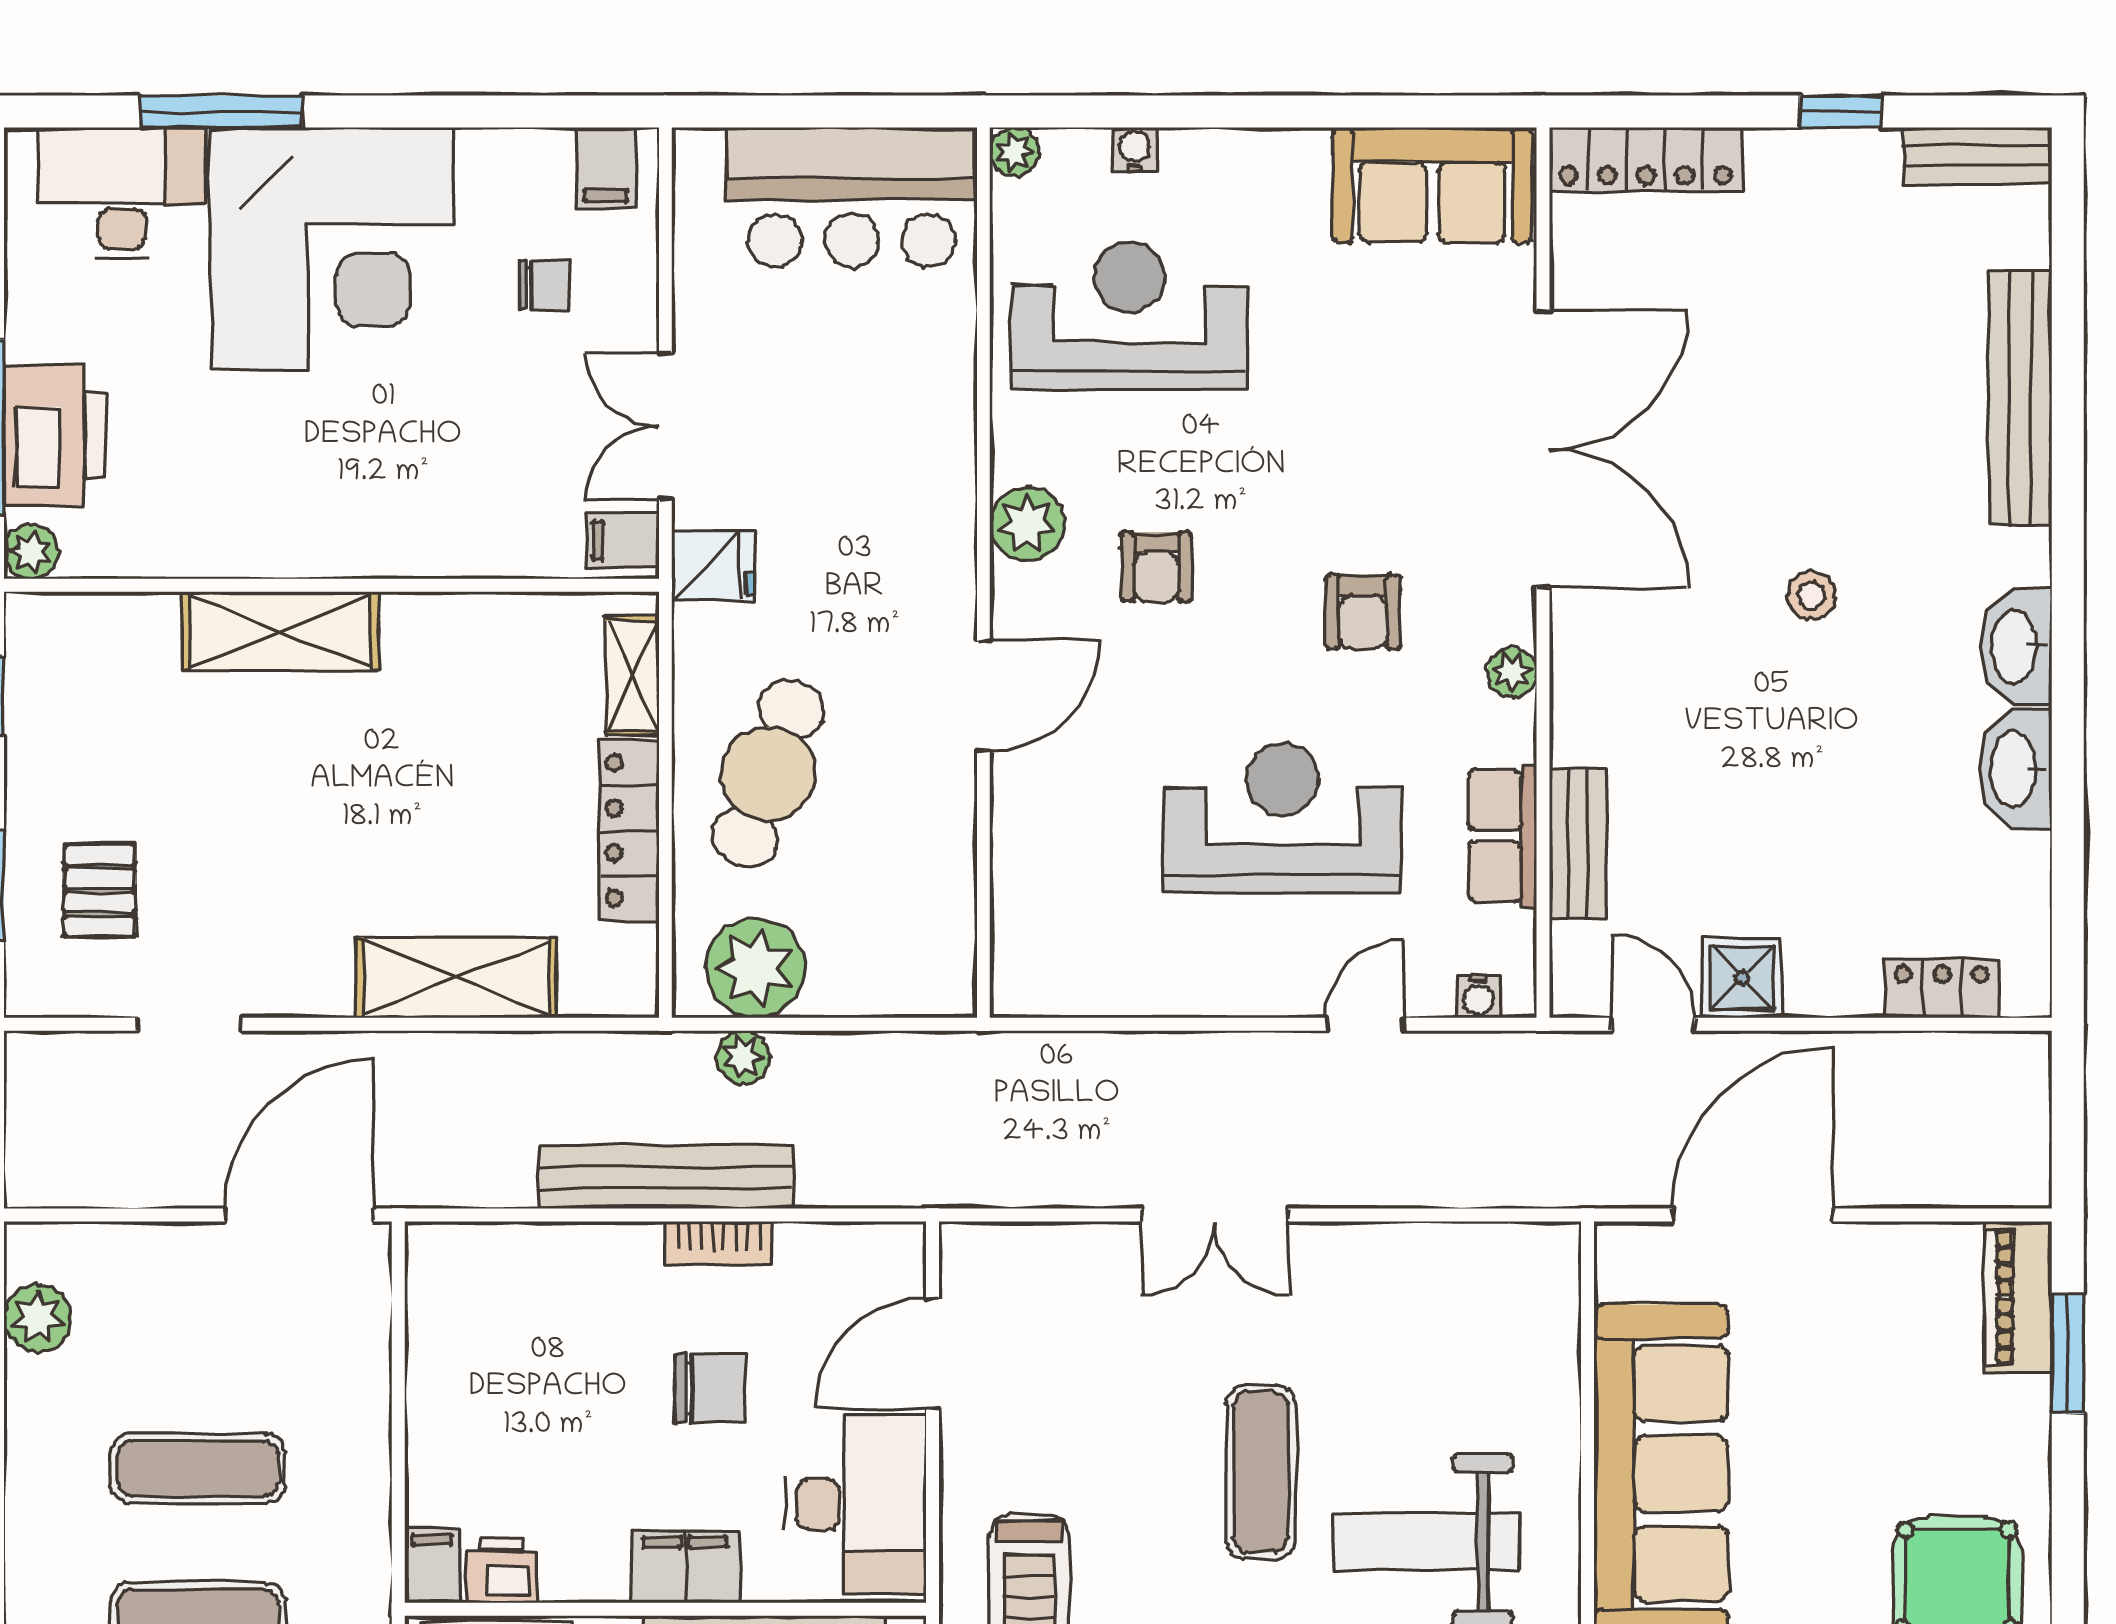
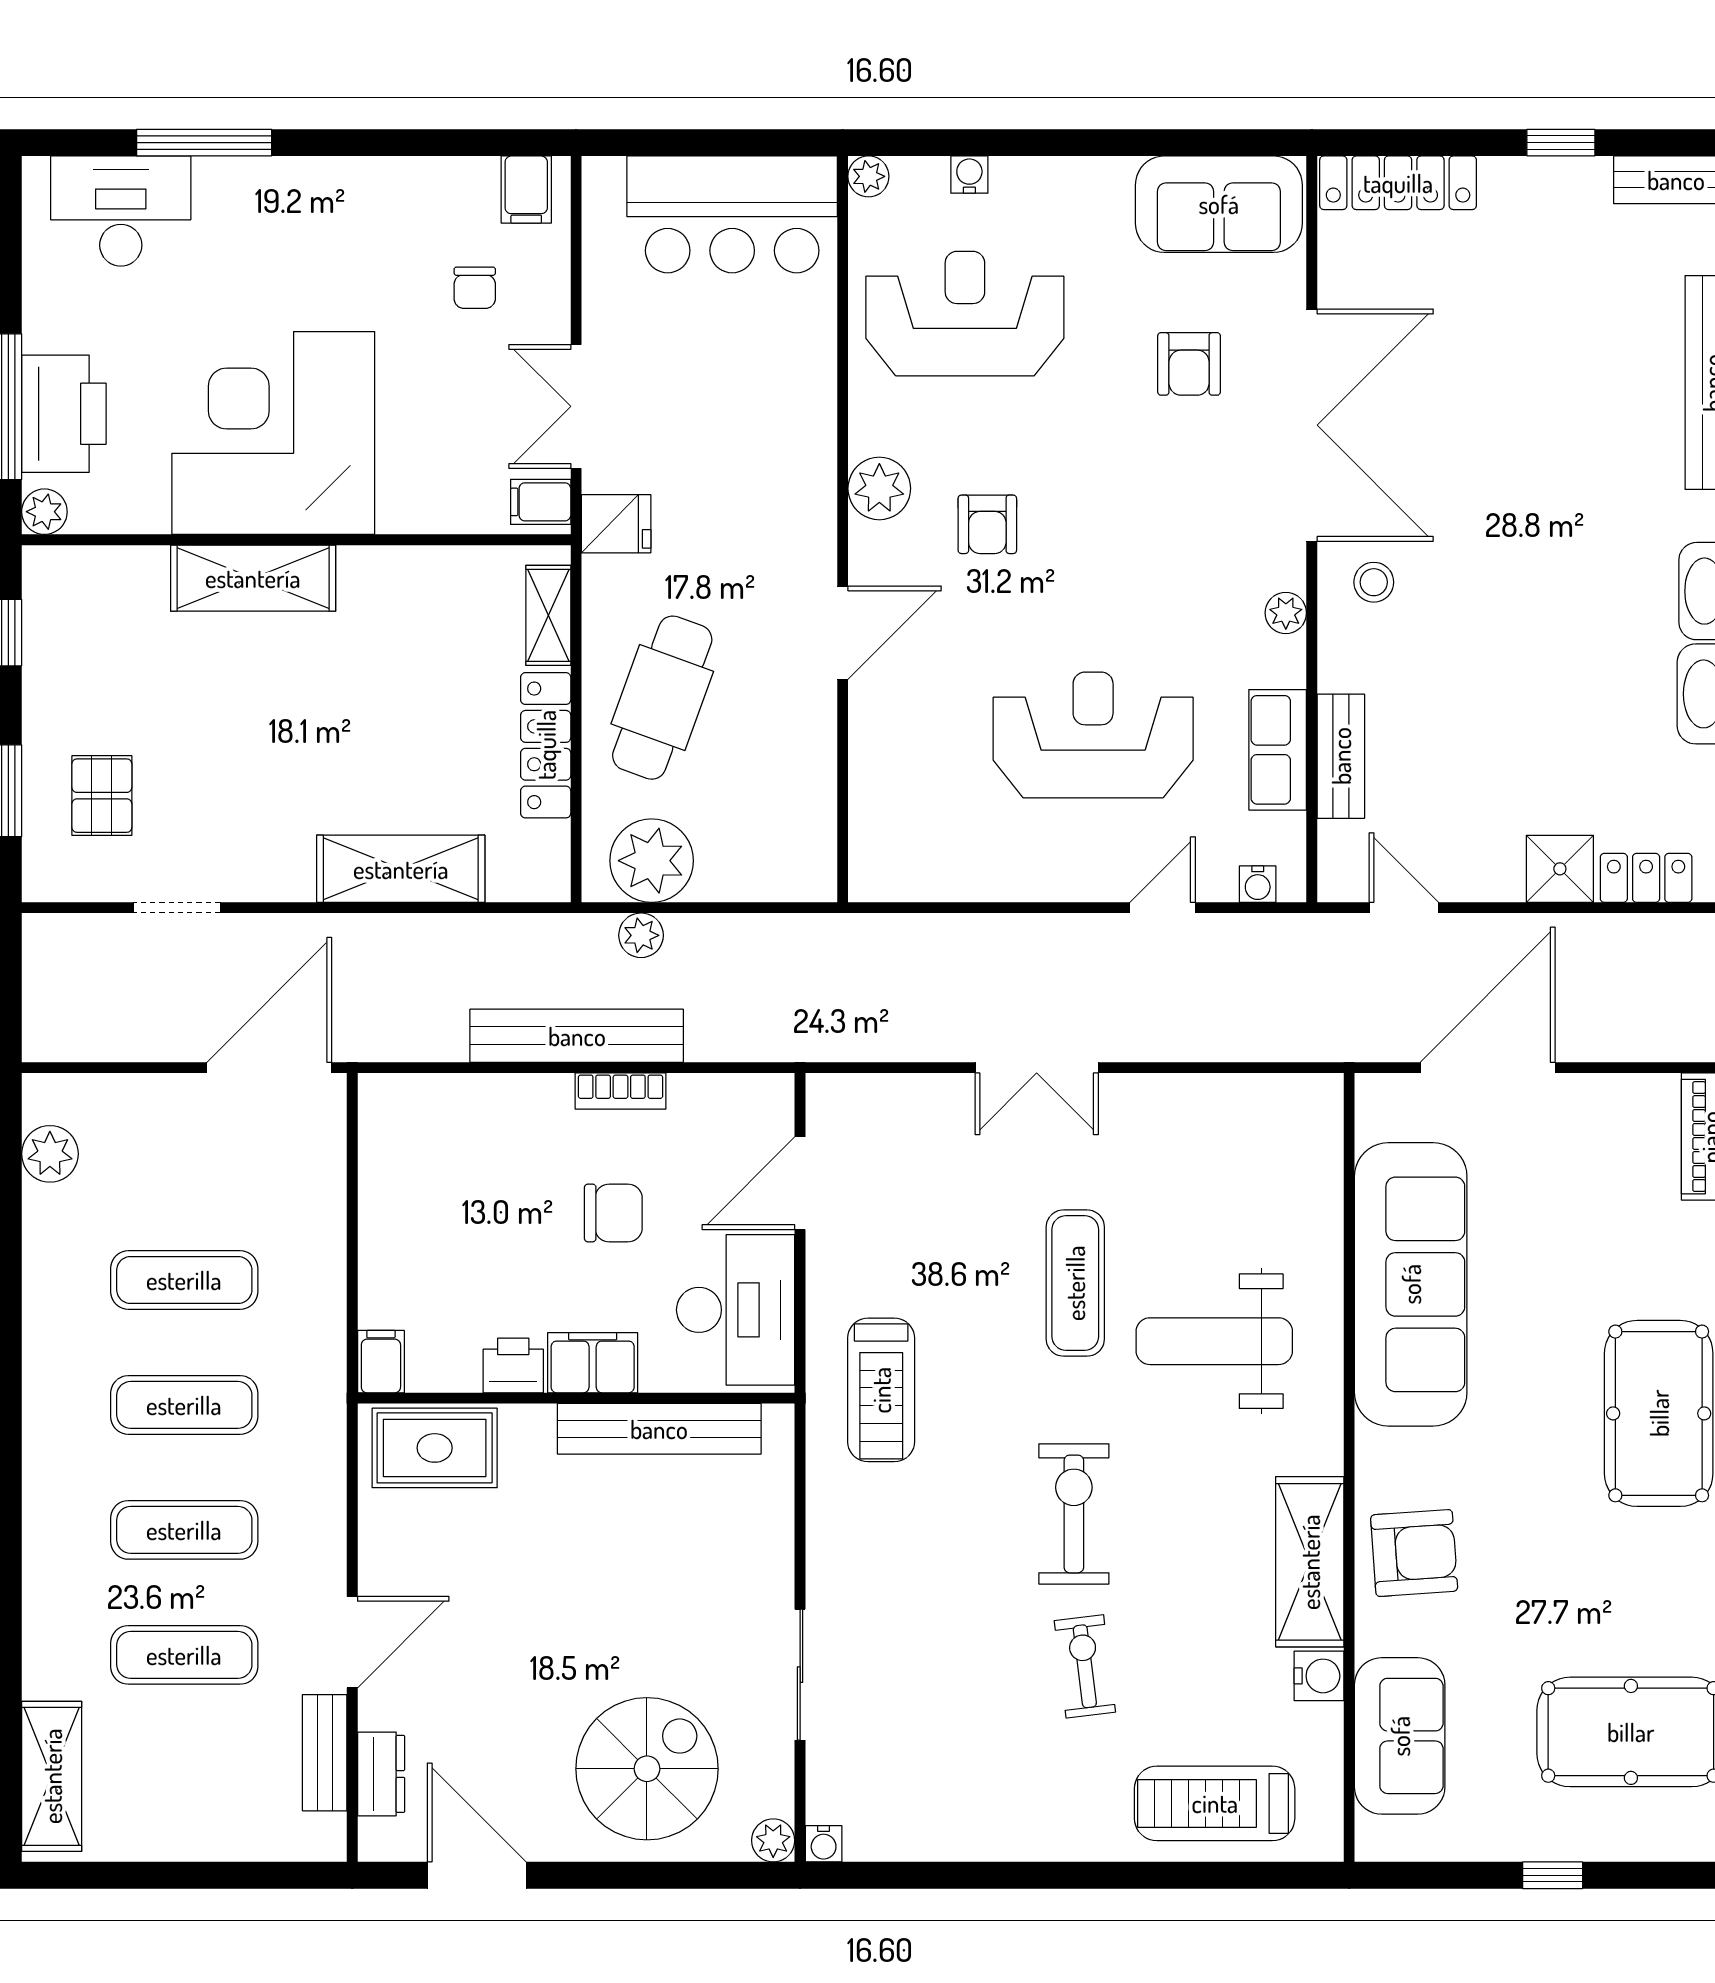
corner desk: (332, 248) -> (273, 433), moved, turned 180
chair: (544, 285) -> (475, 288), turned 90
stool: (1811, 595) -> (1374, 582), moved
armchair: (1363, 612) -> (1189, 364), moved
shower: (1742, 978) -> (1560, 869), moved
printer: (501, 1570) -> (513, 1365), moved

